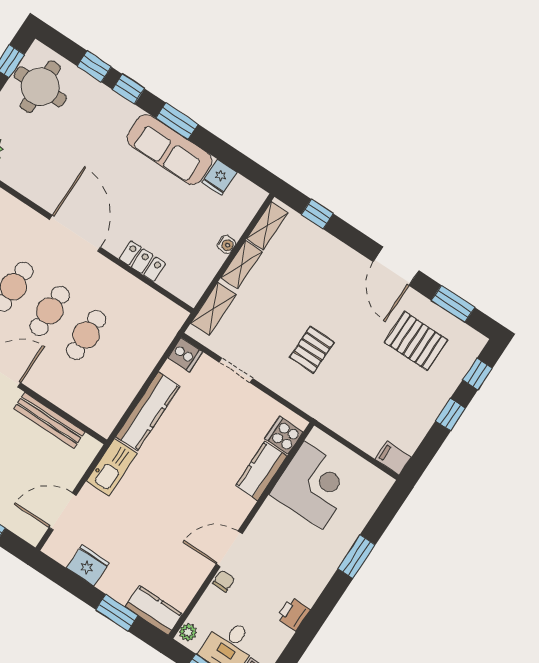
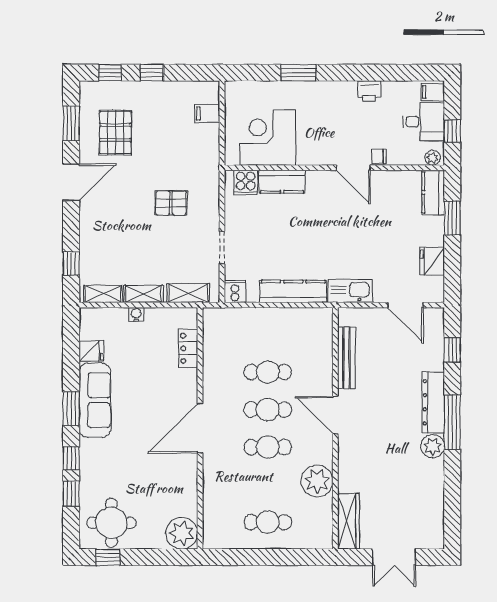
locker: (142, 261) -> (188, 348), moved
filing cabinet: (393, 458) -> (207, 113), moved, turned 90

